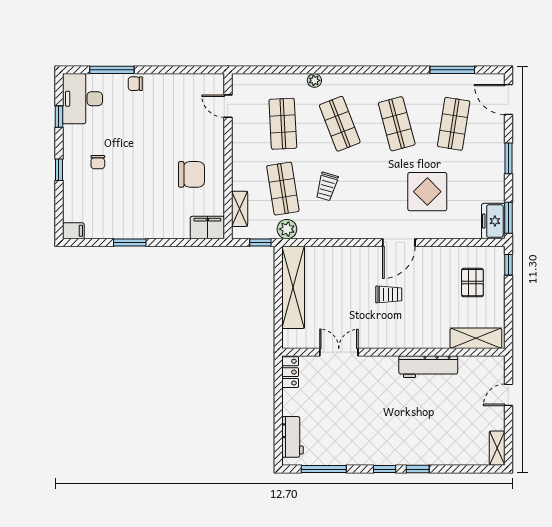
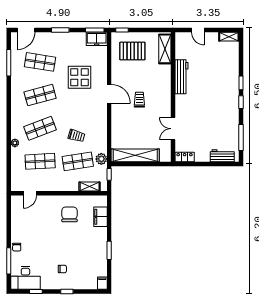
filing cabinet: (207, 228) -> (100, 217), moved
pallet: (472, 283) -> (132, 51), width x1.50, depth x1.42

